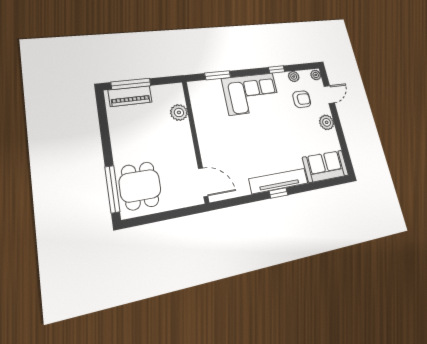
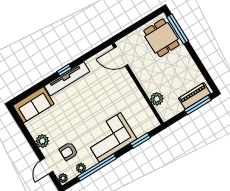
window: (277, 69) -> (97, 167), width x3.17

